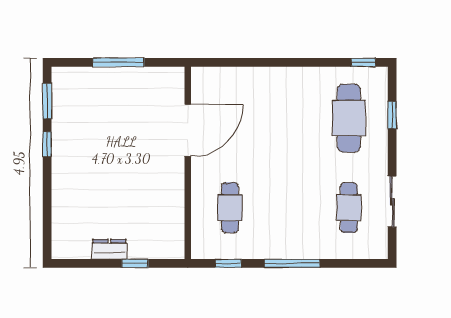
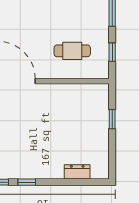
dresser: (109, 249) -> (77, 172), moved, turned 90

